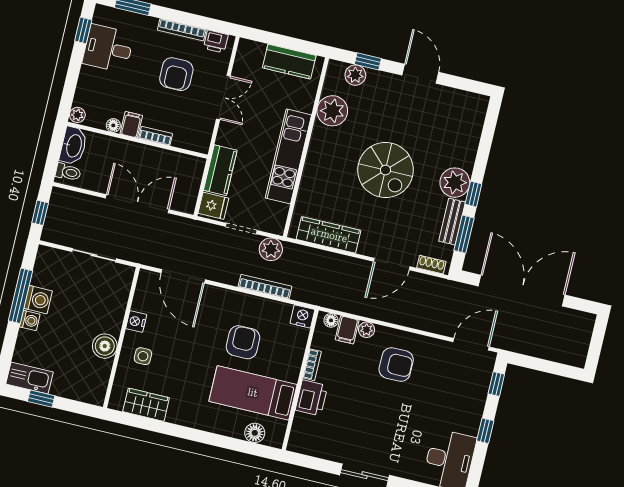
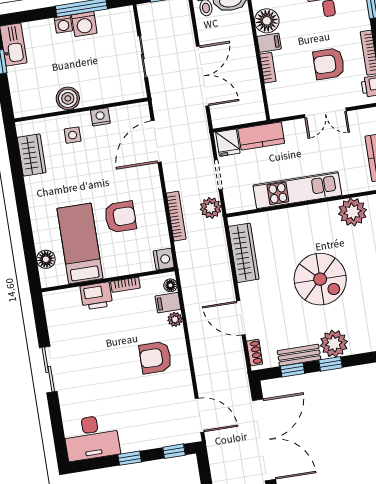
floor lamp: (113, 125) -> (267, 21), width x1.89, depth x1.89
spiral stairs: (385, 170) -> (320, 279), turned -90
window: (464, 234) -> (292, 370), width x0.67
armchair: (396, 365) -> (155, 357), turned 90

